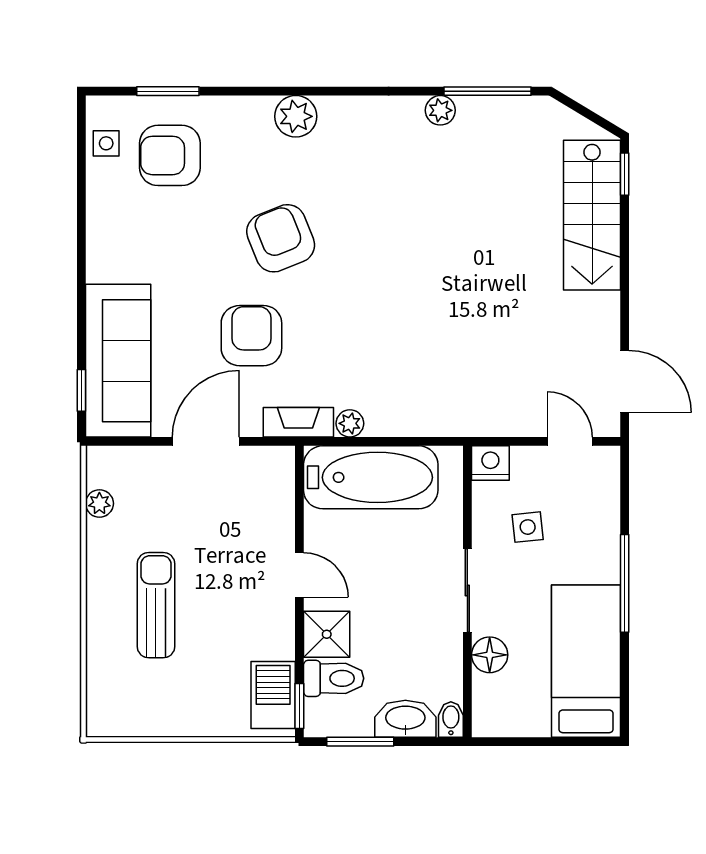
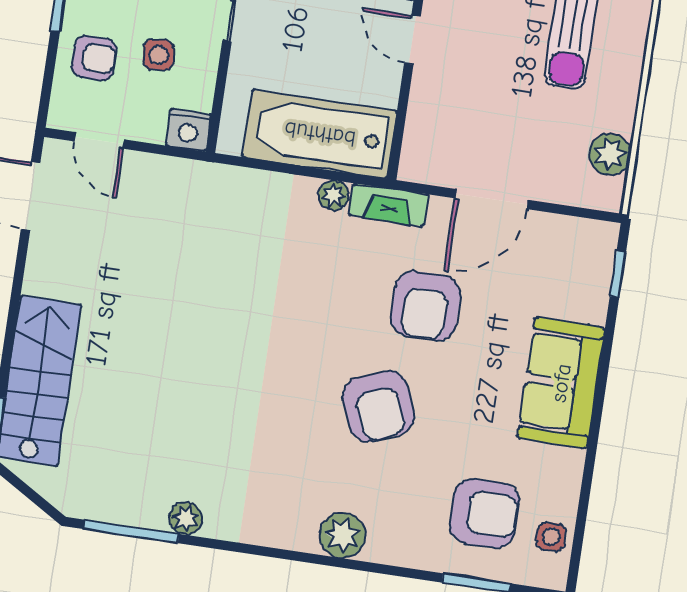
sofa: (118, 361) -> (561, 383), moved, width x0.73
plant: (99, 503) -> (610, 154), width x1.38, depth x1.38
armchair: (586, 515) -> (94, 58), added

